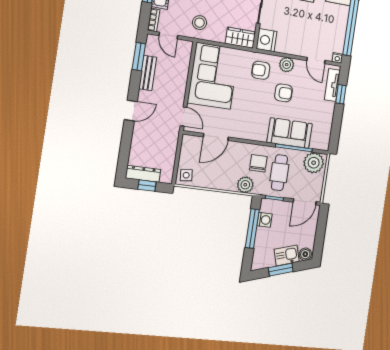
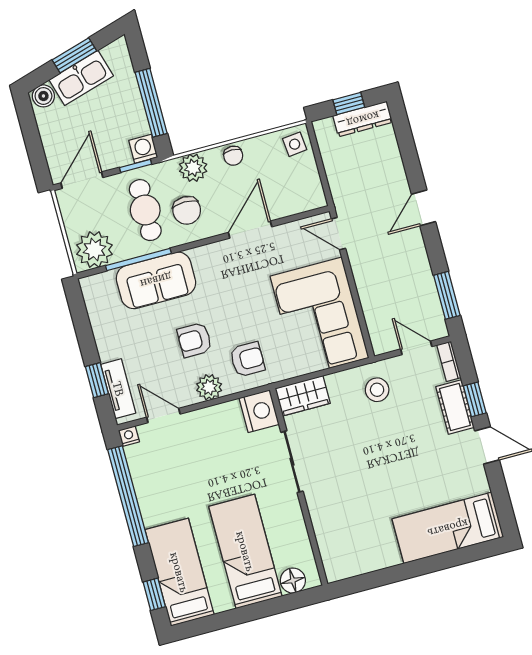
bench: (148, 73) -> (423, 276), removed
door: (216, 137) -> (250, 230), moved
chair: (222, 182) -> (233, 156), added
washing machine: (265, 220) -> (143, 149), moved, turned 90
kitchen sink: (287, 255) -> (81, 78), width x1.38

